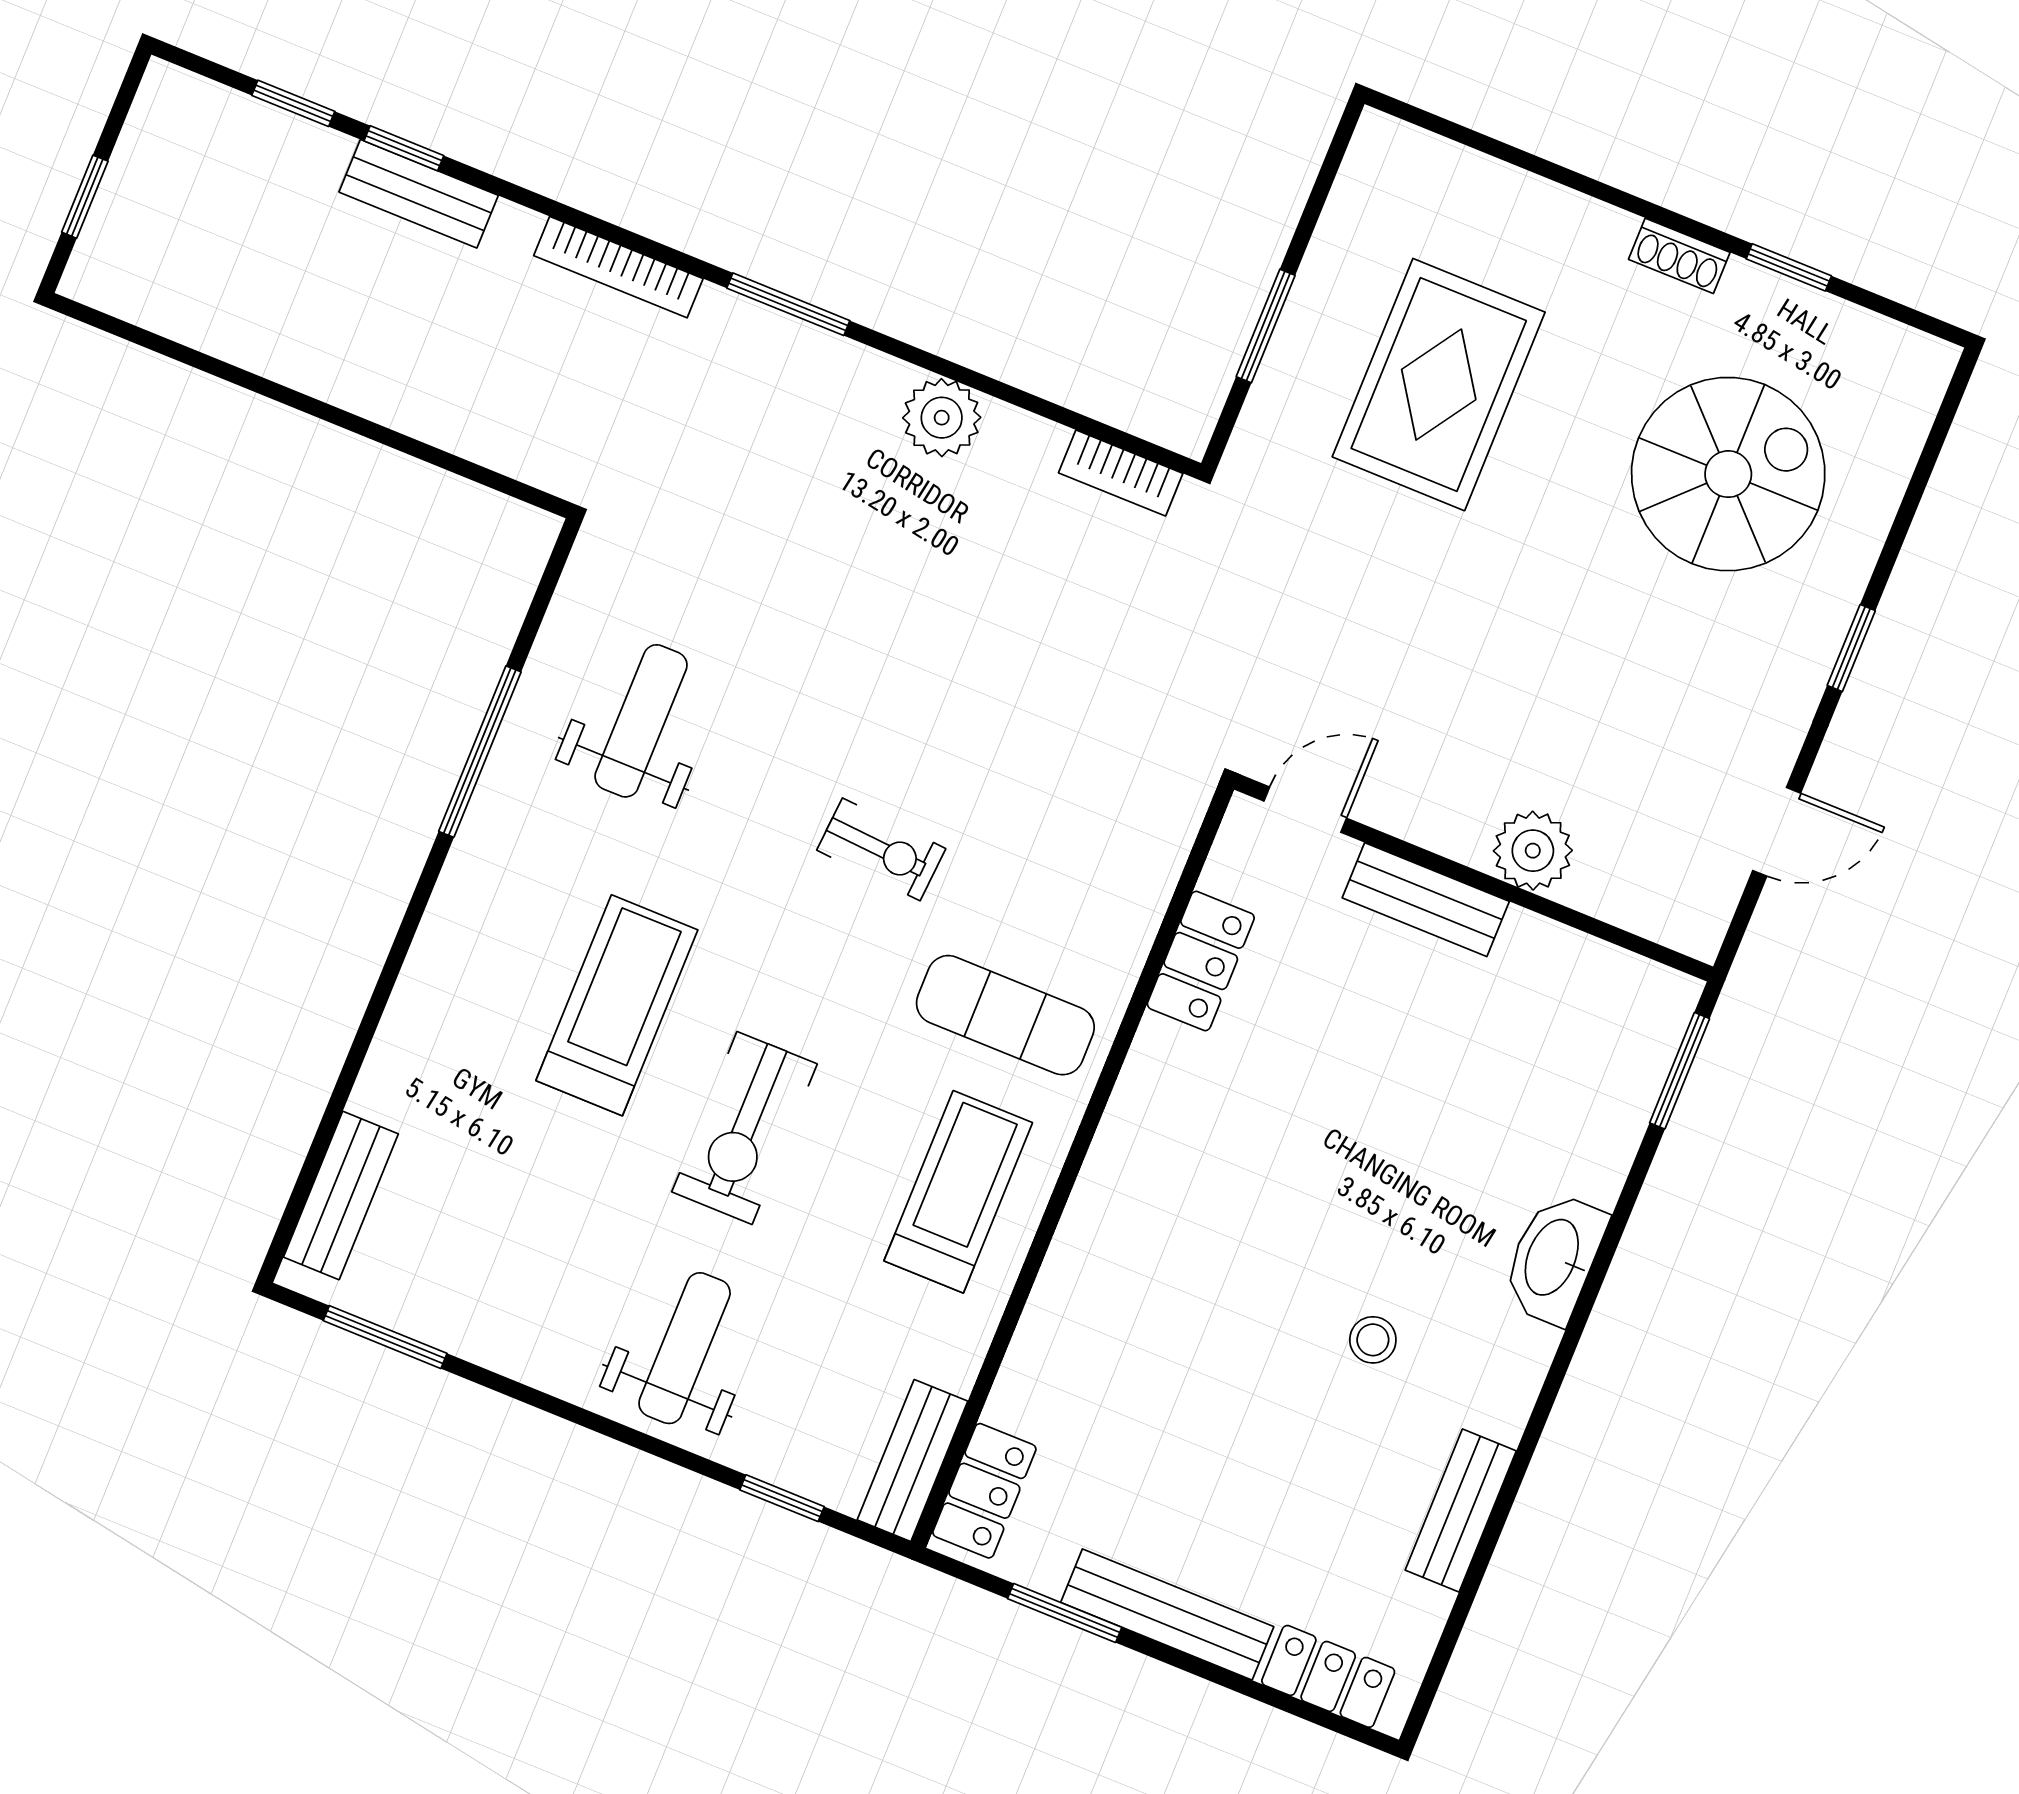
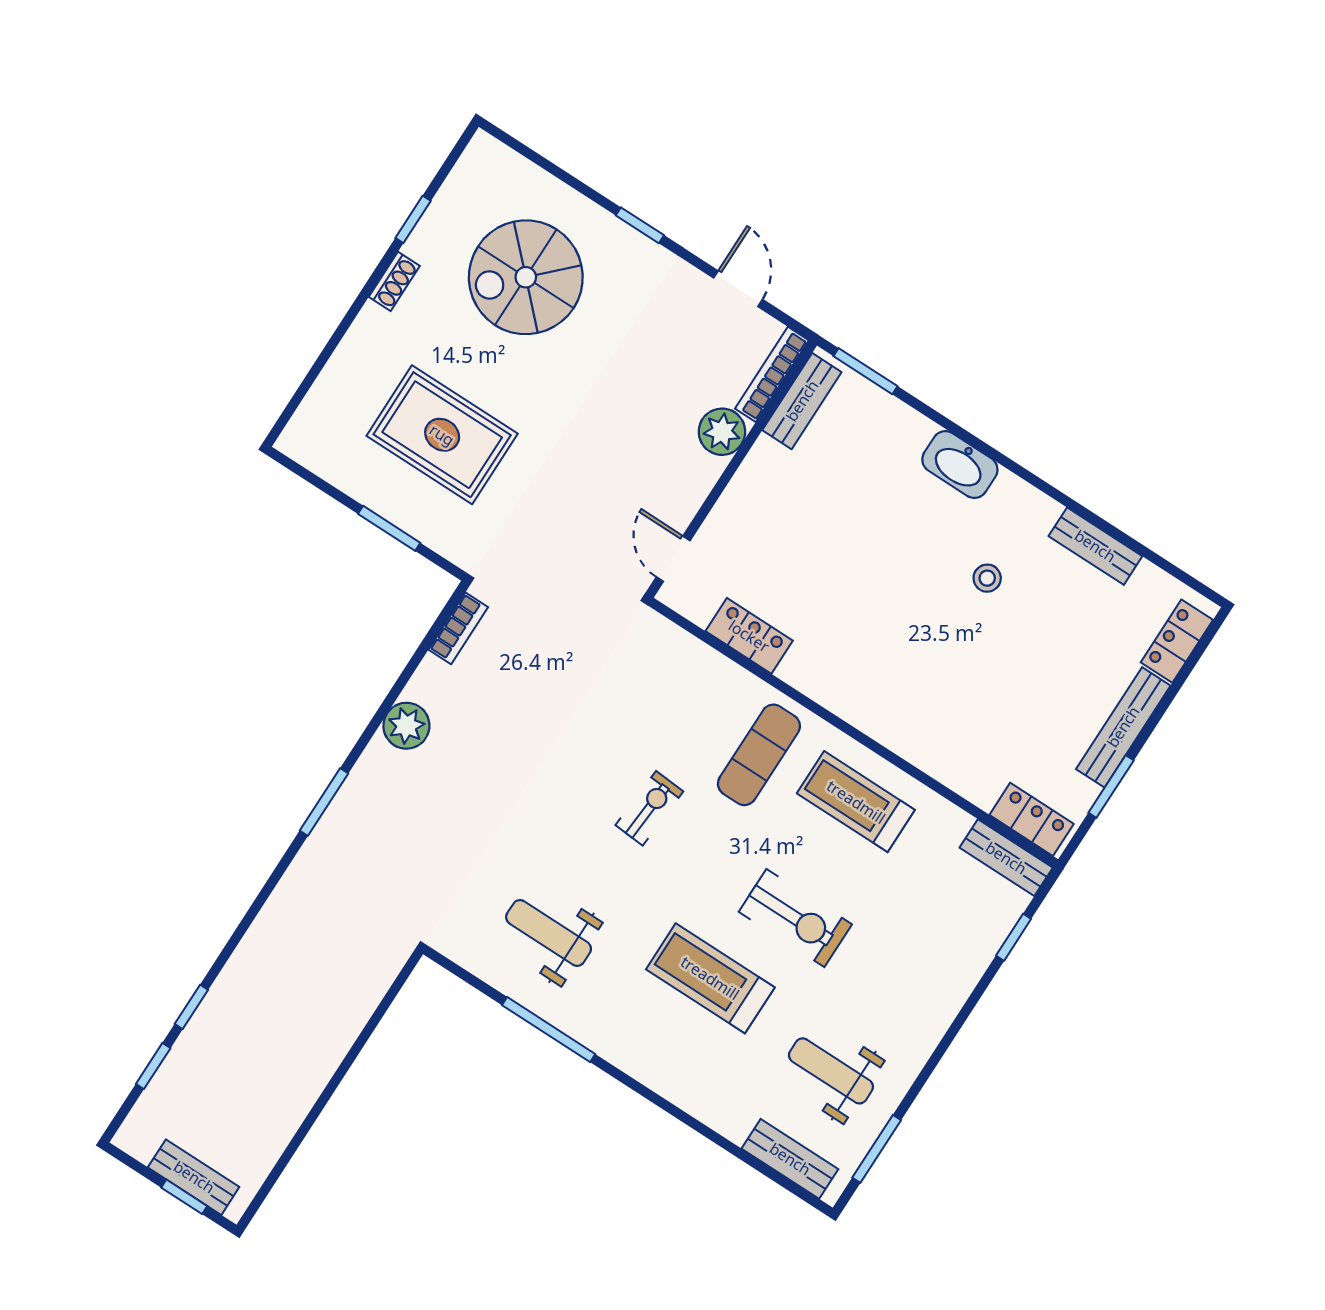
bench: (419, 194) -> (194, 1177), moved, turned 90
bookcase: (618, 267) -> (772, 374), moved, turned 180
spiral stairs: (1728, 474) -> (526, 277), turned -90
bench: (1426, 900) -> (802, 401), moved
weight bench: (685, 1348) -> (831, 1071), moved

